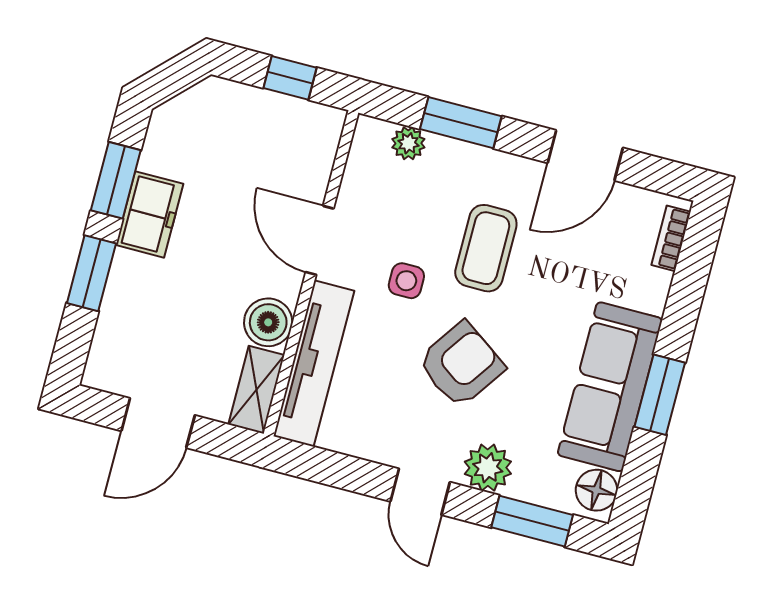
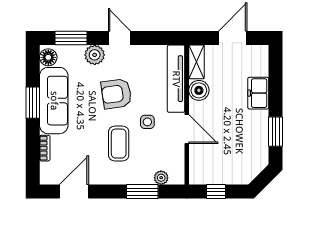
door: (585, 155) -> (74, 192), moved
freezer: (150, 214) -> (258, 93), moved
bookcase: (671, 238) -> (45, 148), moved
window: (91, 273) -> (276, 91), removed
armchair: (461, 365) -> (116, 94), turned 47

